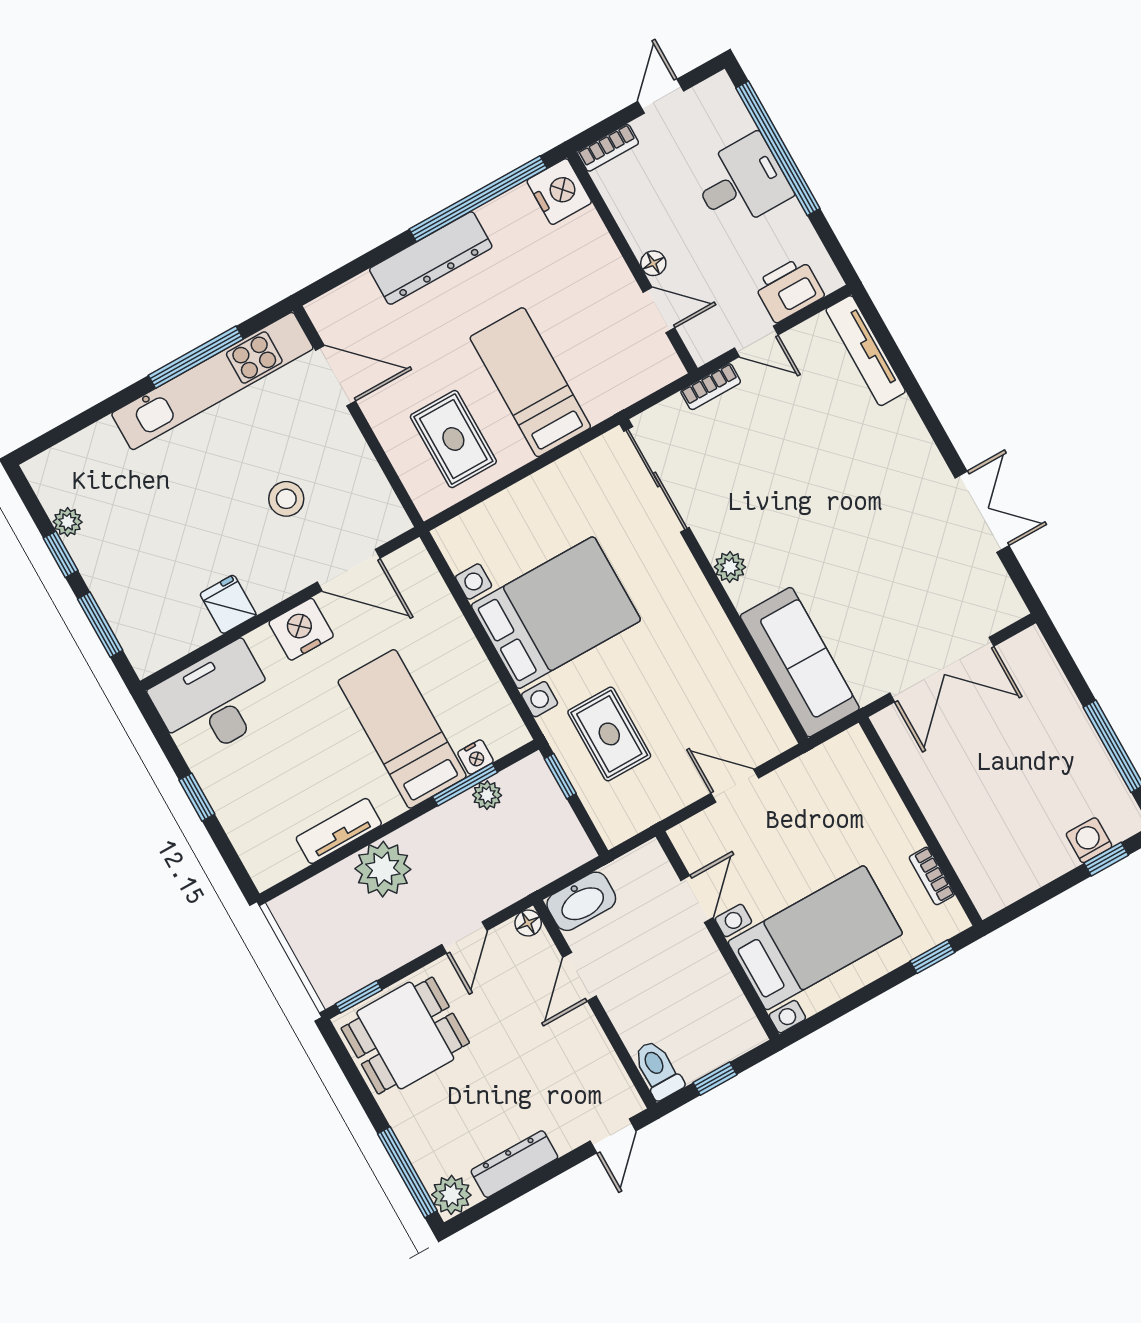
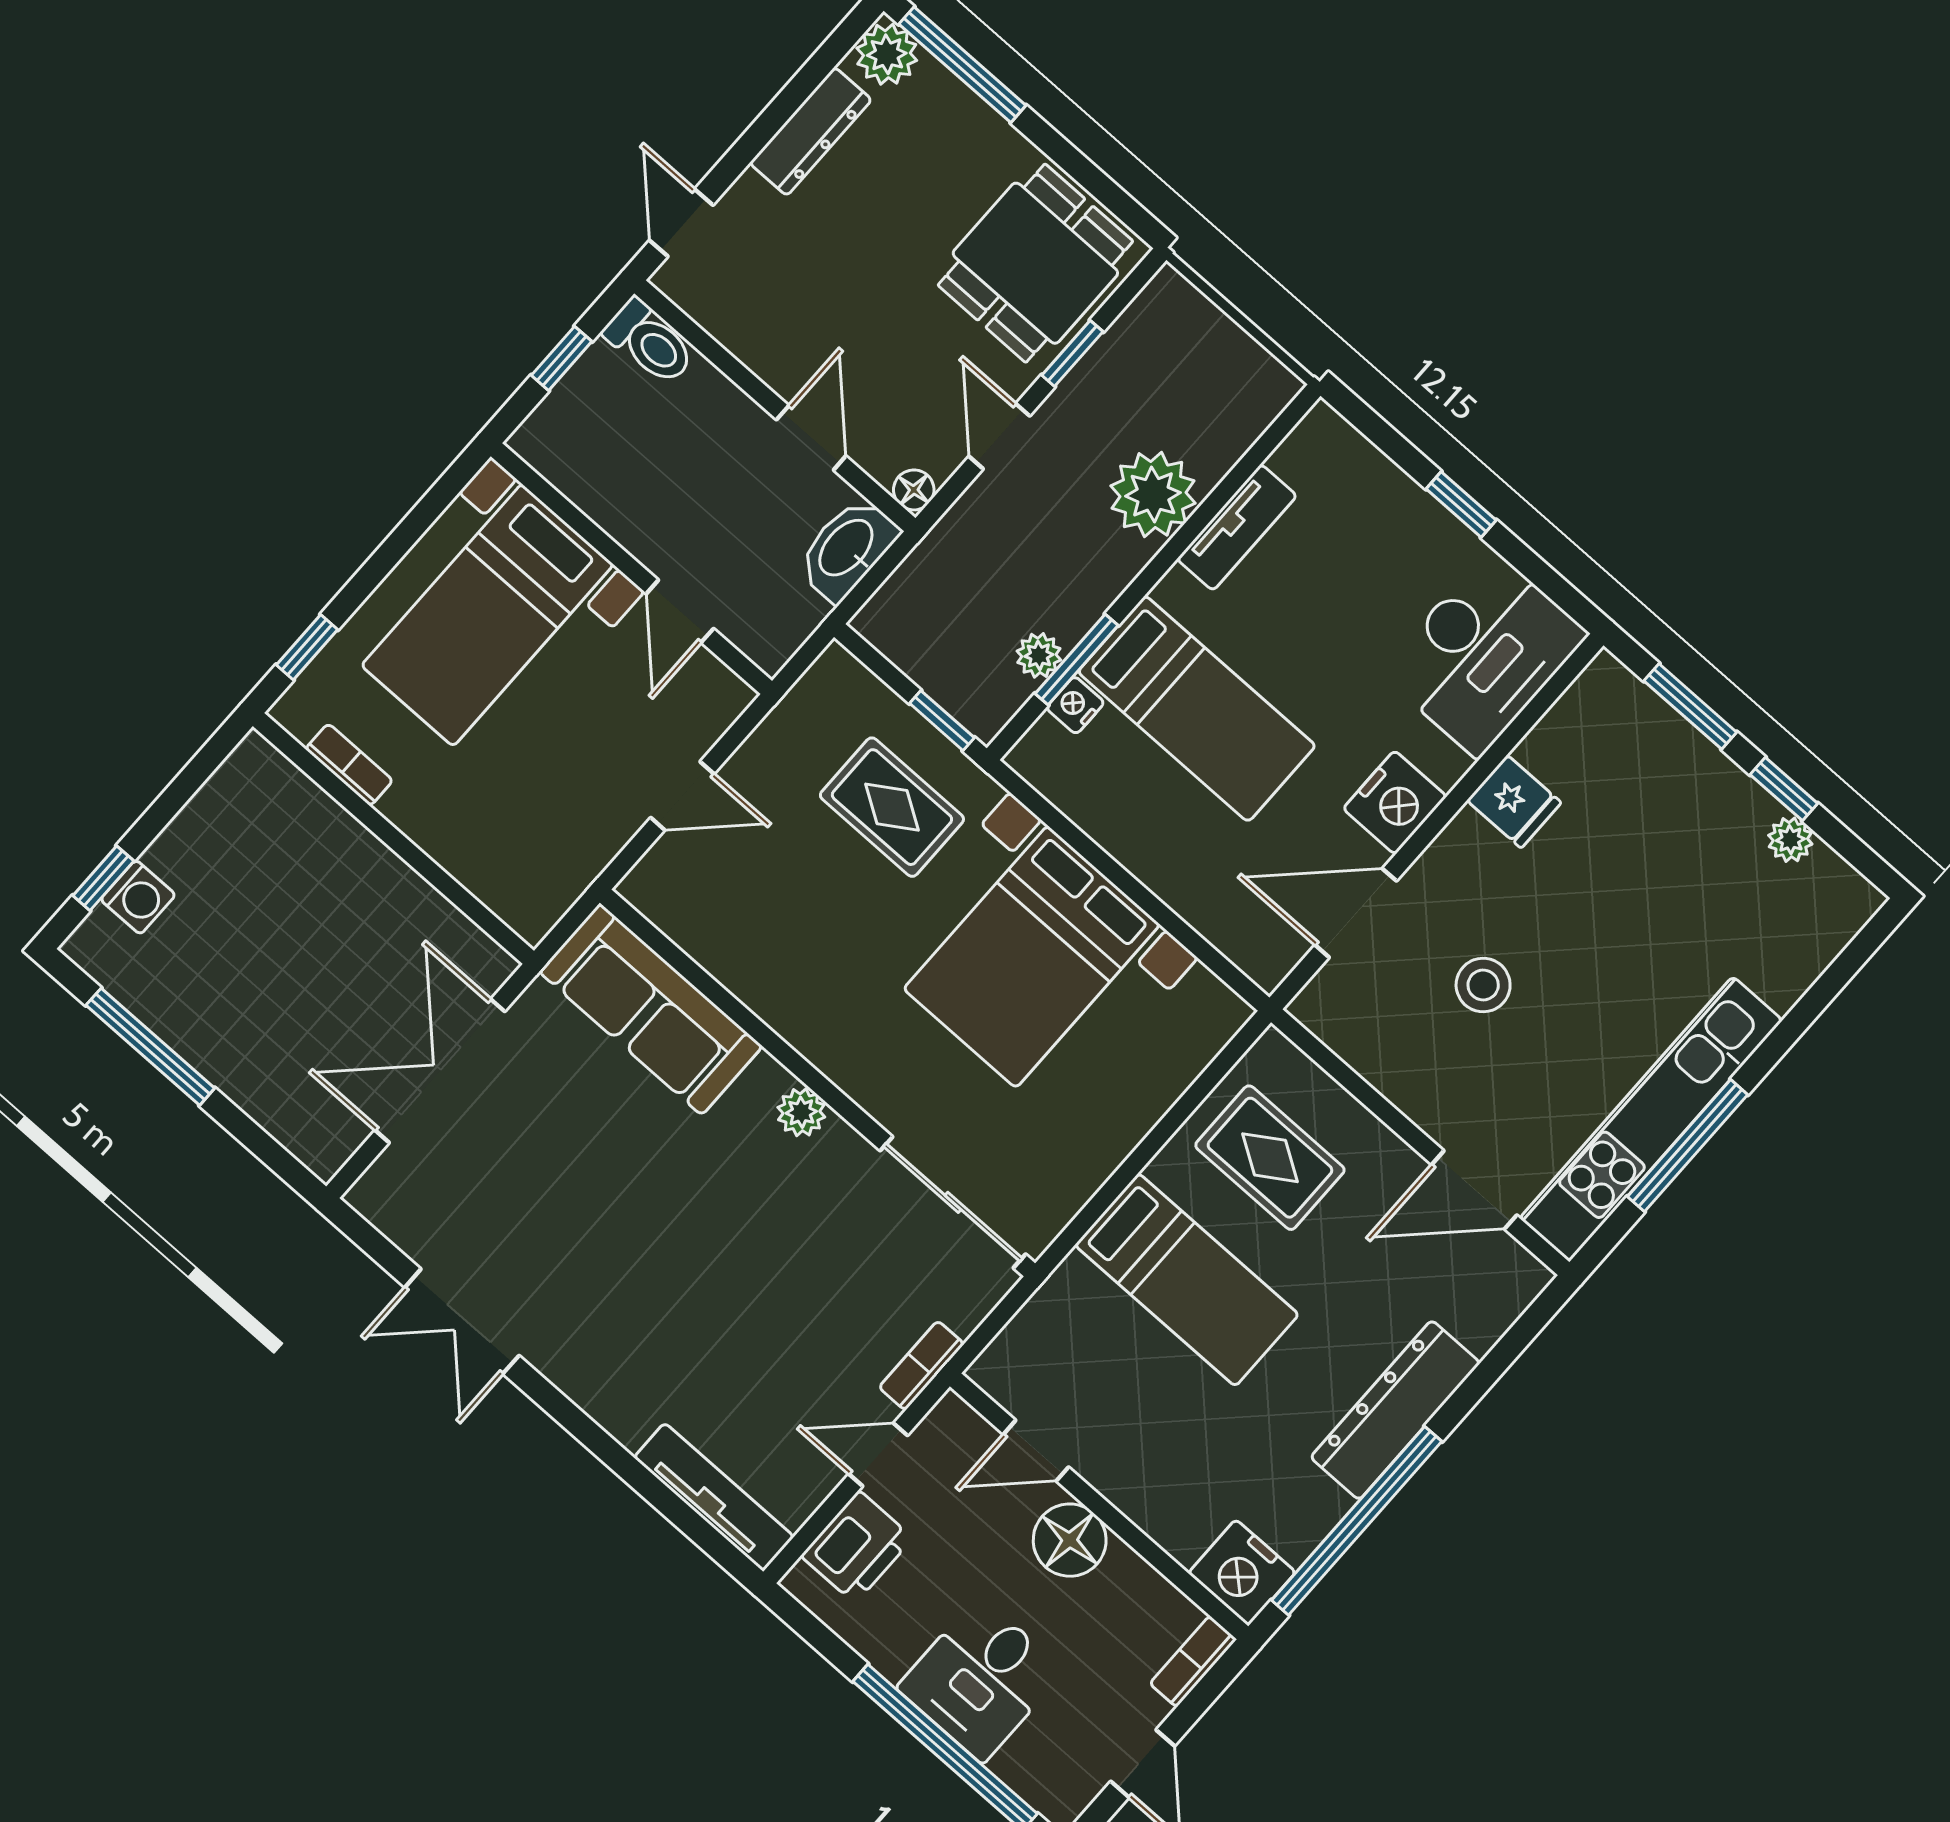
floor lamp: (653, 263) -> (1070, 1540), width x1.89, depth x1.89
window: (359, 997) -> (1072, 353), moved

